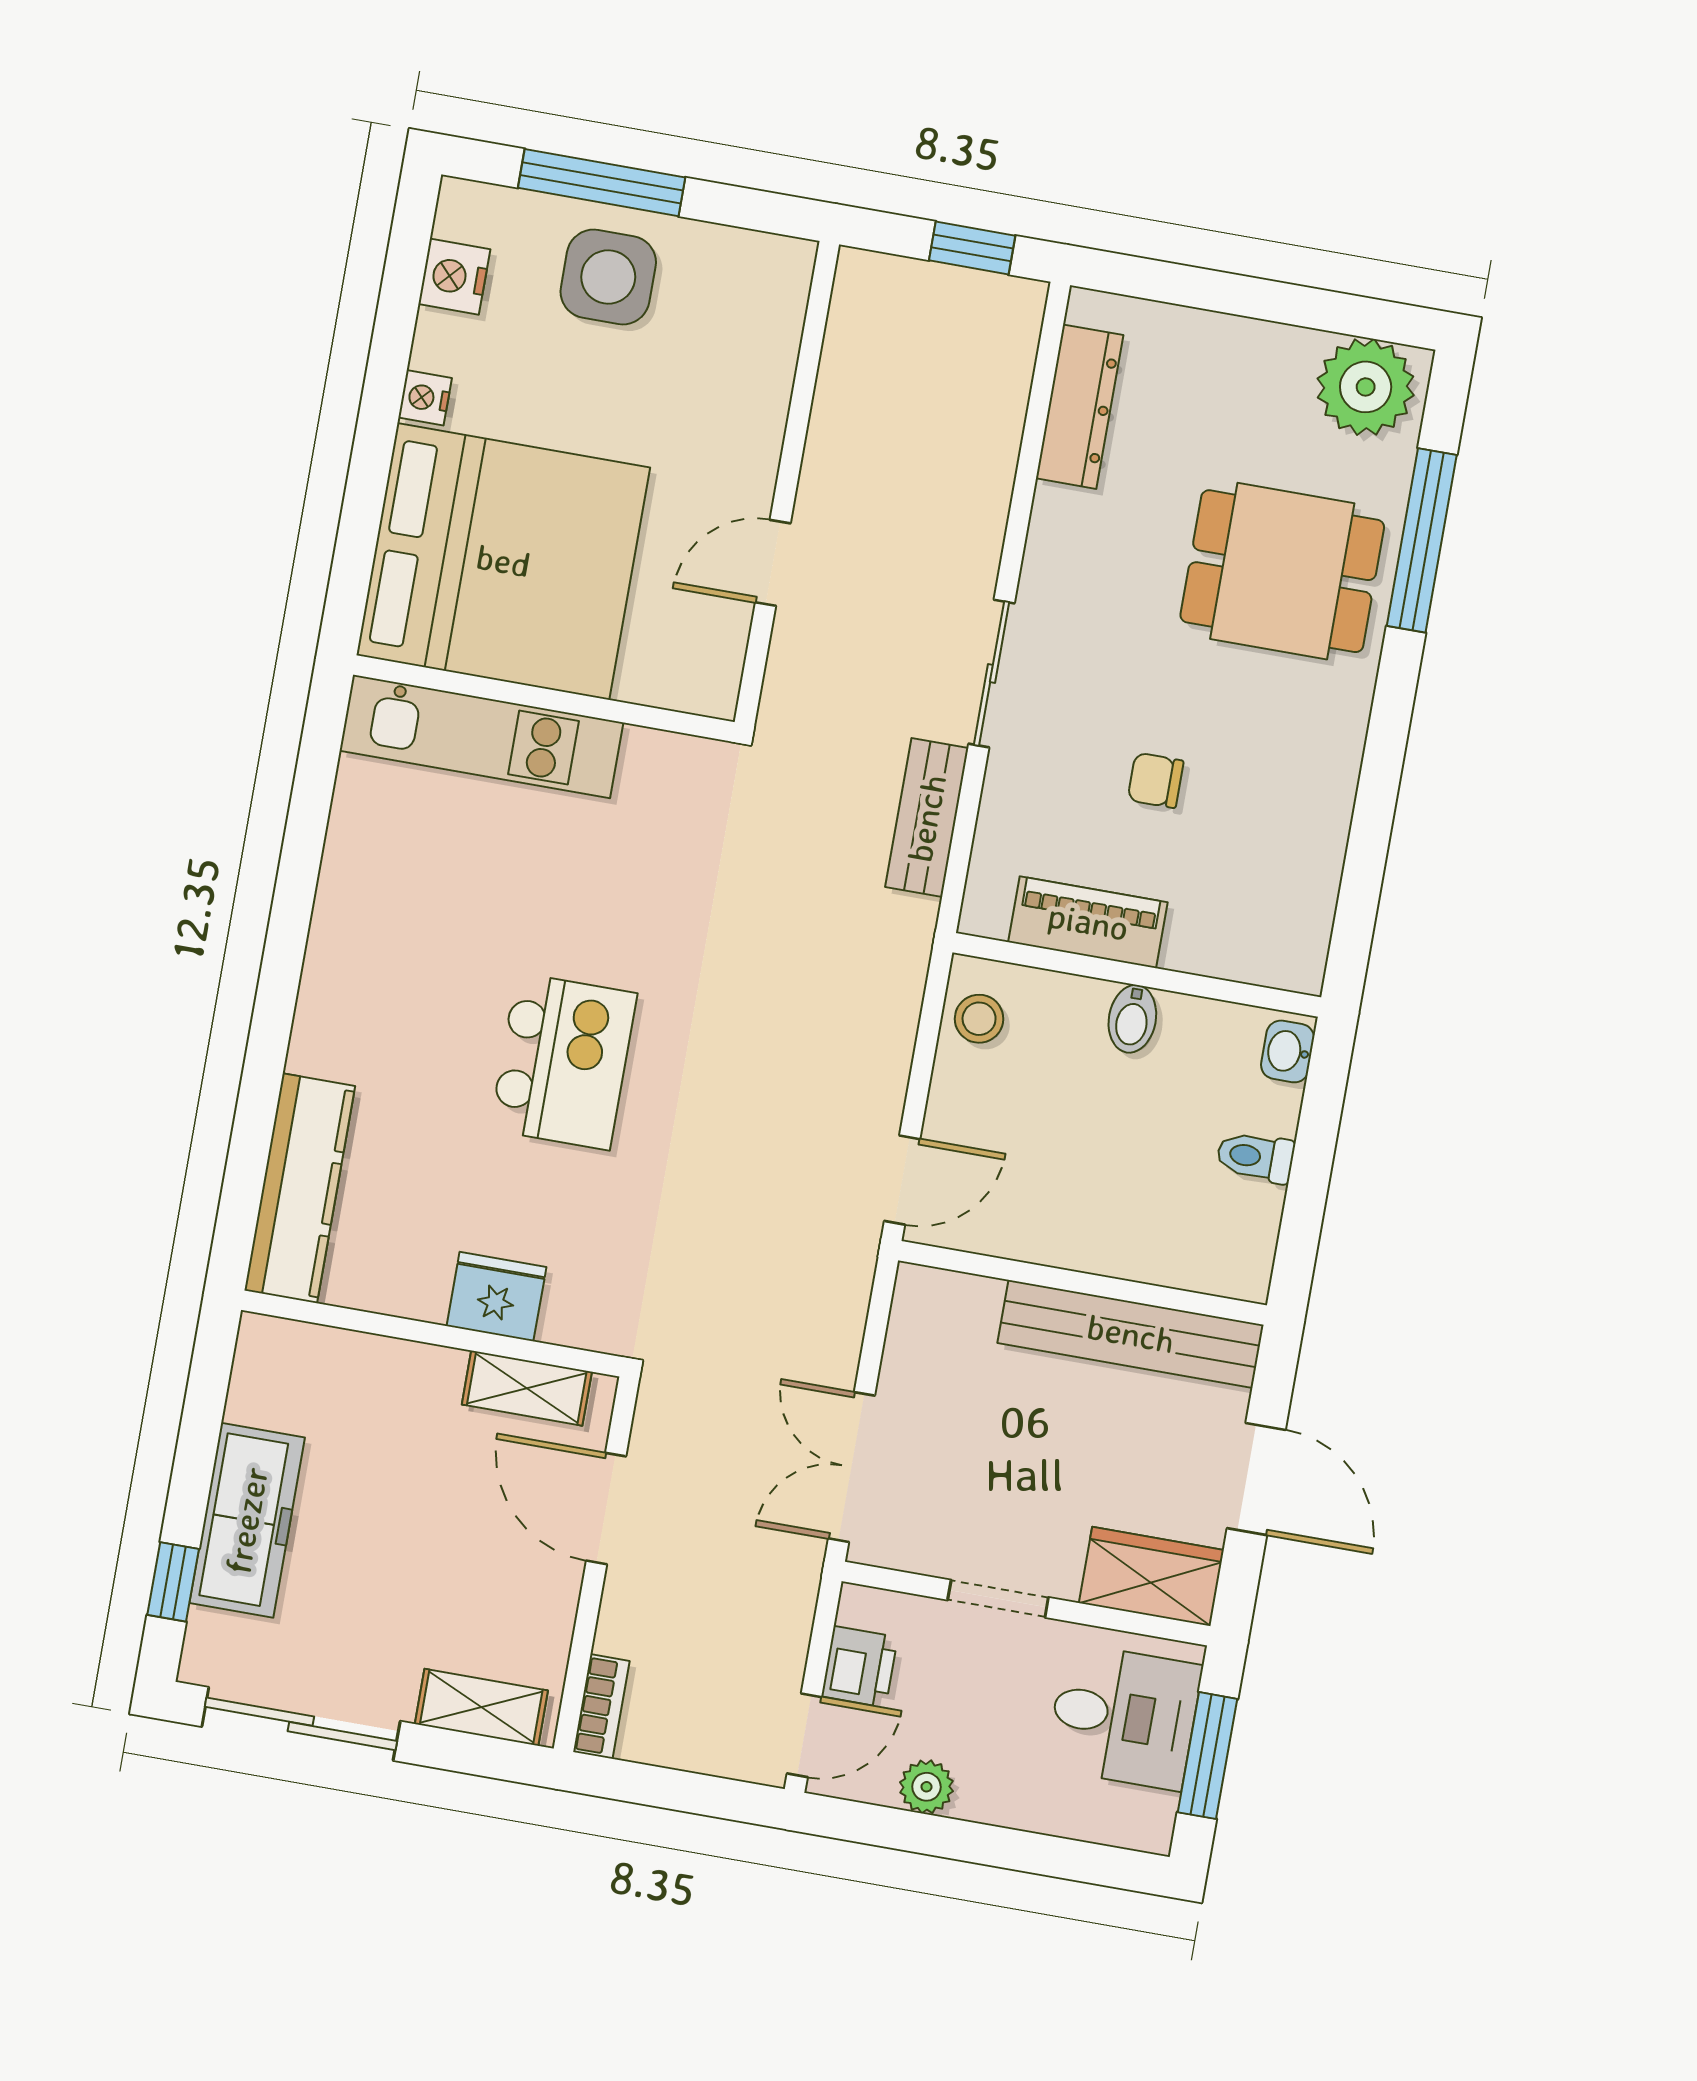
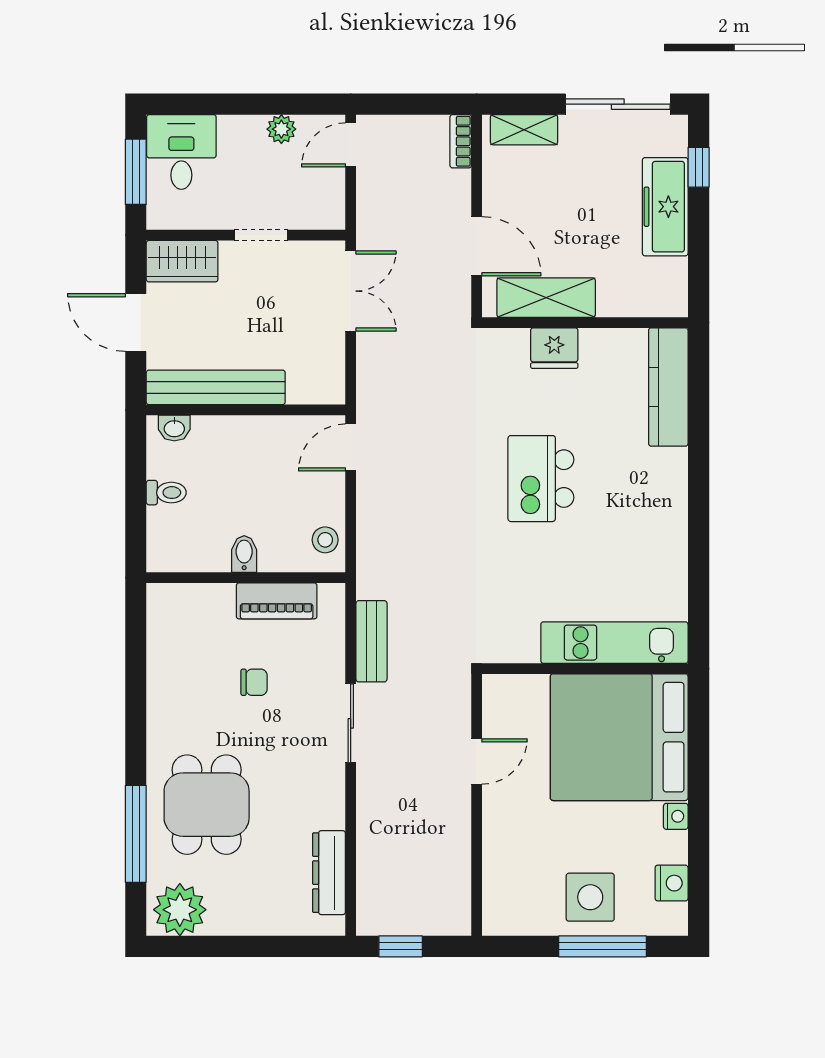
dining table: (1282, 571) -> (207, 805), turned 90
washbasin: (1288, 1051) -> (174, 428), moved, turned 90
shelving: (527, 1388) -> (546, 298), width x1.50, depth x1.33
printer: (860, 1667) -> (328, 186), removed
desk: (1124, 1717) -> (181, 152), moved, turned 90

